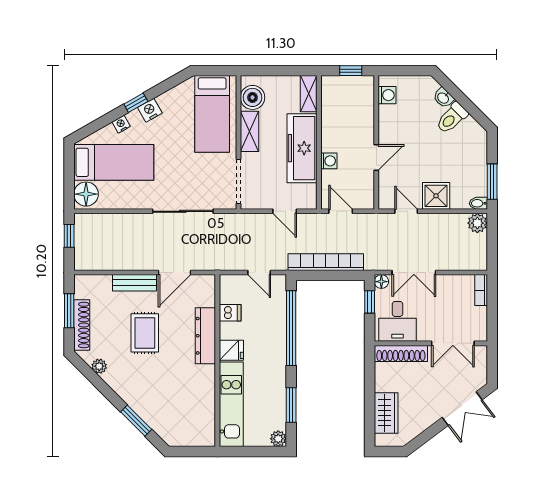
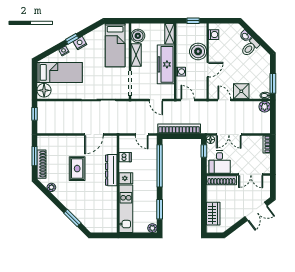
boiler: (359, 125) -> (198, 51), added
bench: (135, 283) -> (71, 140), removed

